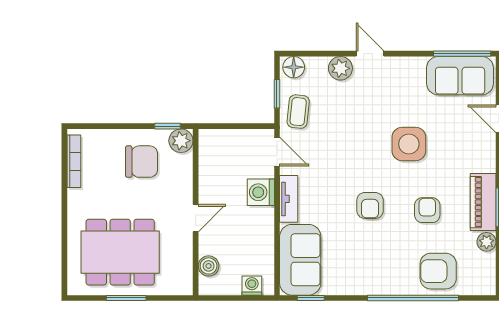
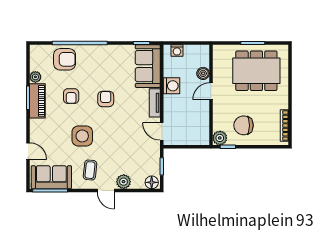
coffee table: (298, 112) -> (90, 170), moved
washing machine: (261, 192) -> (172, 86), moved
boiler: (209, 266) -> (203, 73), moved

